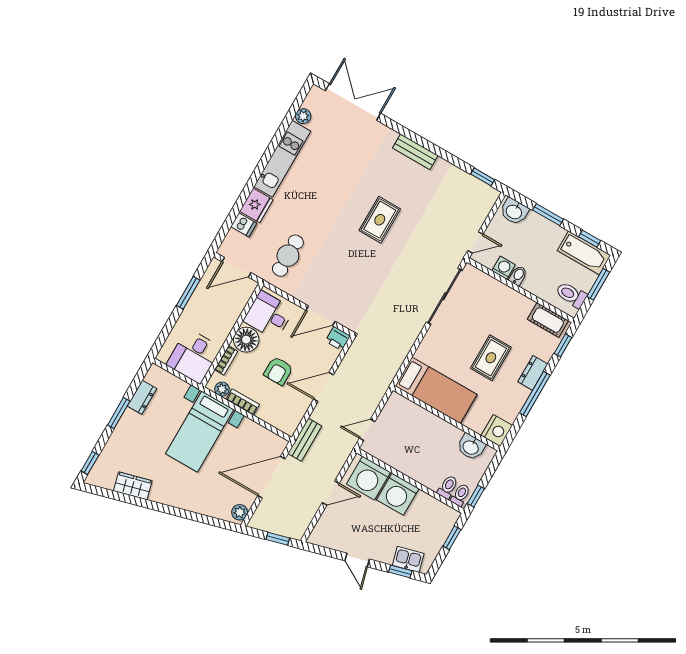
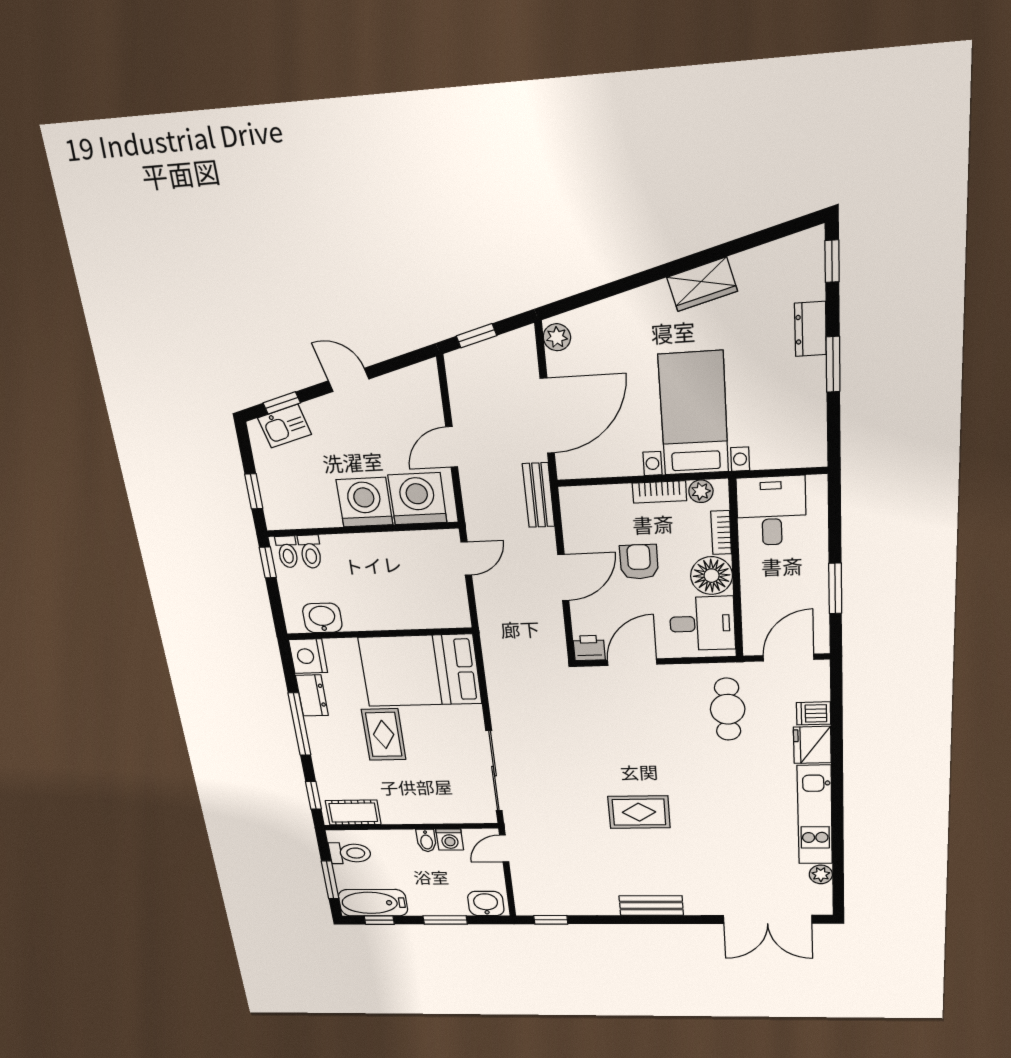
rug: (380, 220) -> (639, 812), turned 90
dresser: (533, 373) -> (312, 695), moved
bed: (436, 390) -> (420, 671), width x1.50
dresser: (142, 397) -> (810, 329), moved
wardrobe: (133, 486) -> (702, 284), moved

